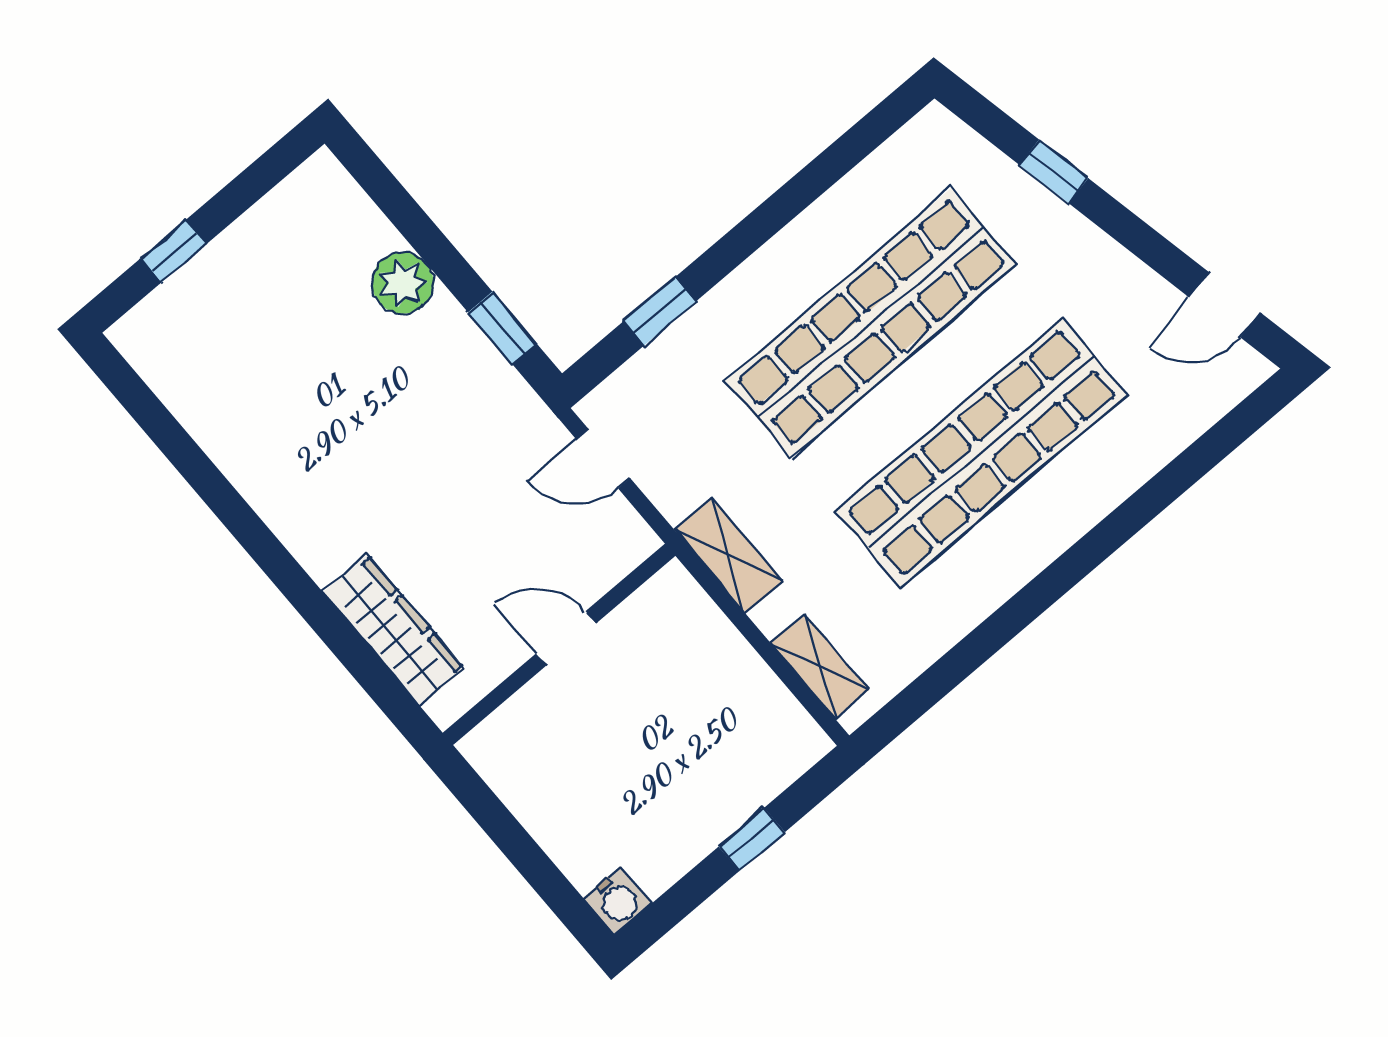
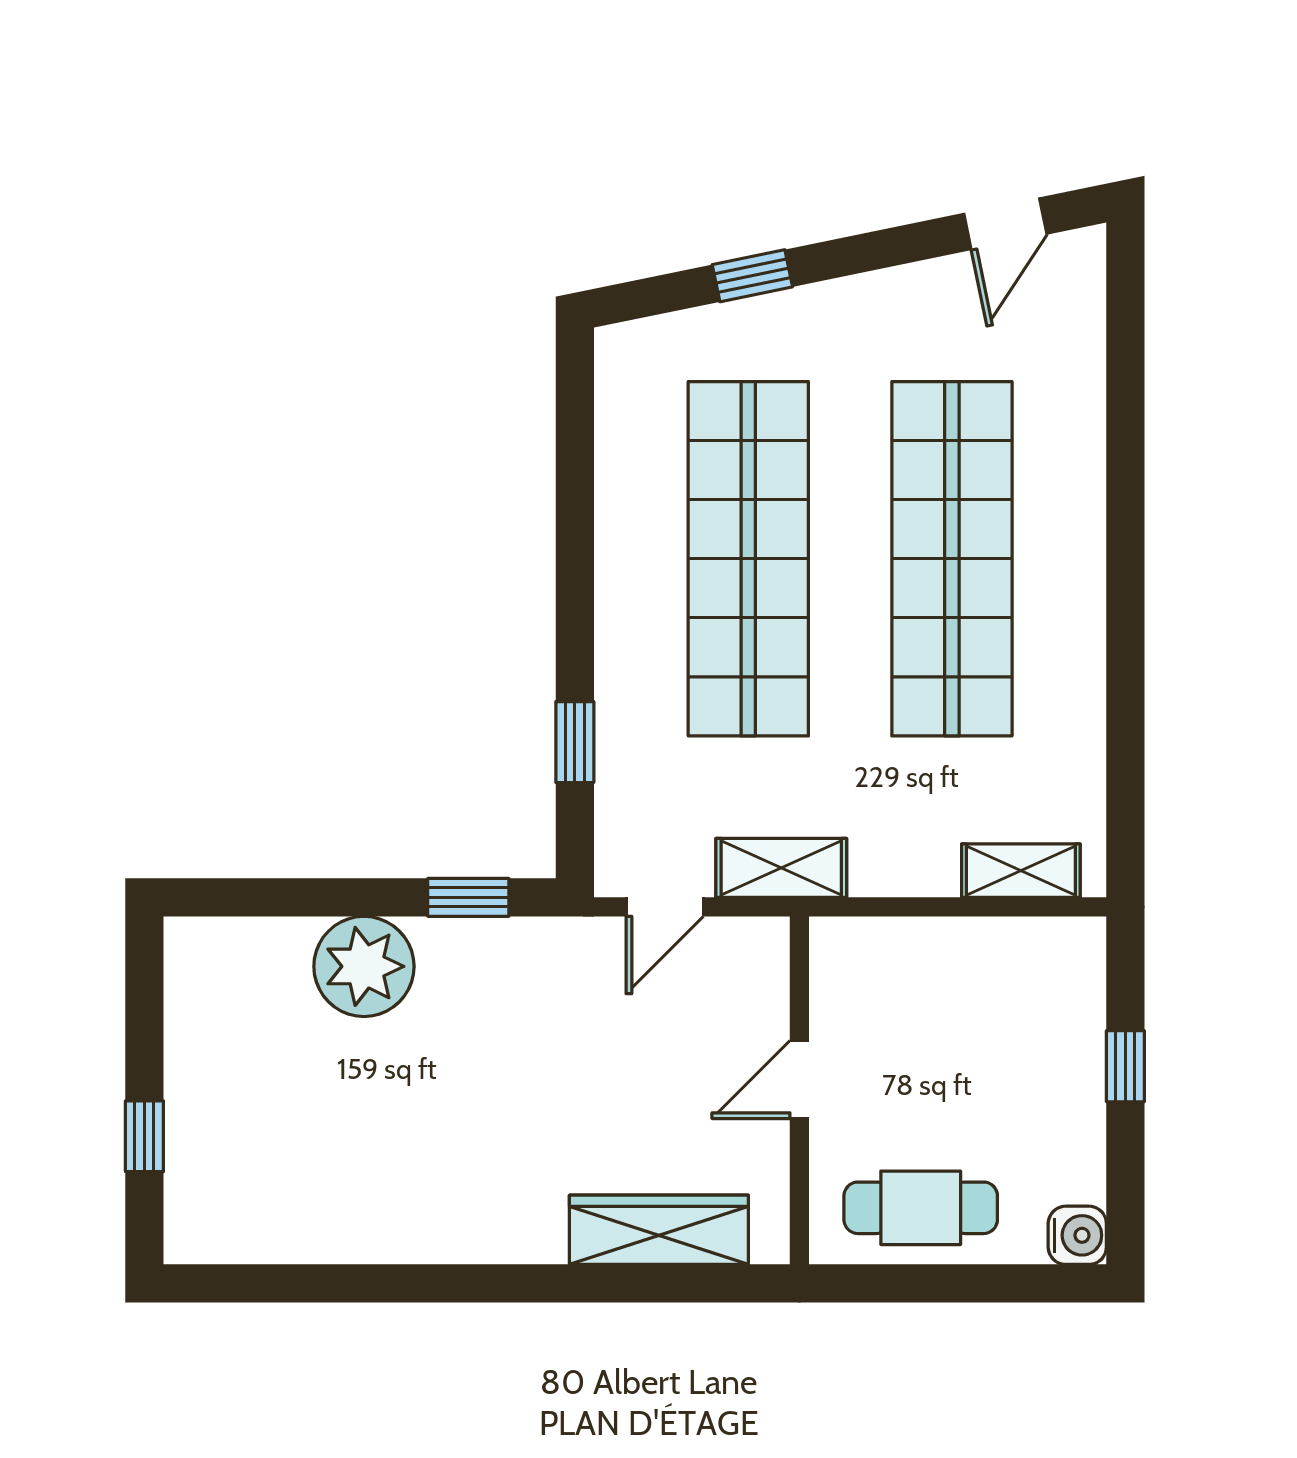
plant: (403, 283) -> (364, 966), width x1.36, depth x1.36
shelving: (728, 555) -> (781, 868), moved
cafe table: (550, 786) -> (921, 1208), added

